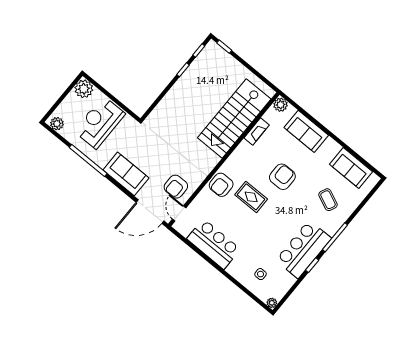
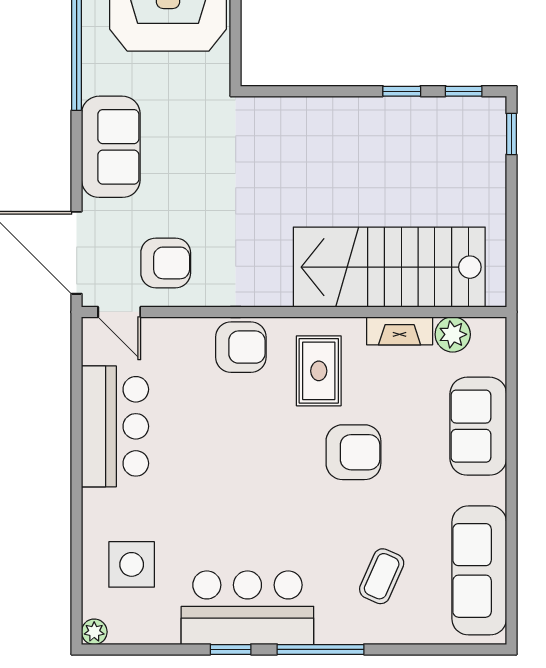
plant: (281, 105) -> (453, 334), moved
sofa: (351, 168) -> (479, 570), width x1.36
armchair: (221, 185) -> (241, 347), turned 180
armchair: (176, 187) -> (166, 263), turned 180
rug: (251, 197) -> (319, 371), moved
door: (179, 213) -> (119, 312), swing flipped
side table: (261, 274) -> (132, 564), width x1.87, depth x1.87

